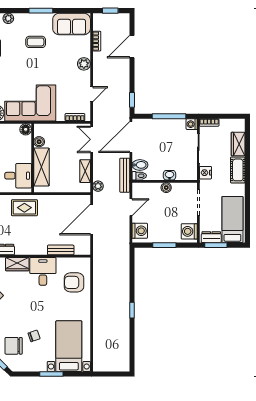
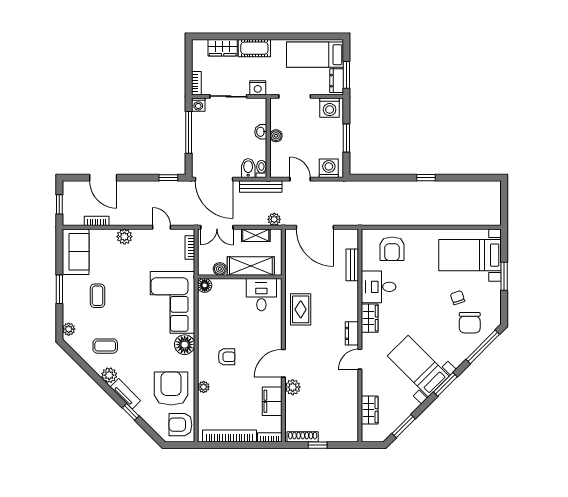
floor lamp: (26, 129) -> (205, 285), moved
boiler: (39, 142) -> (220, 269), moved
wall: (33, 158) -> (240, 277), moved
shelving: (41, 167) -> (251, 266), moved
desk: (18, 176) -> (261, 295), moved

